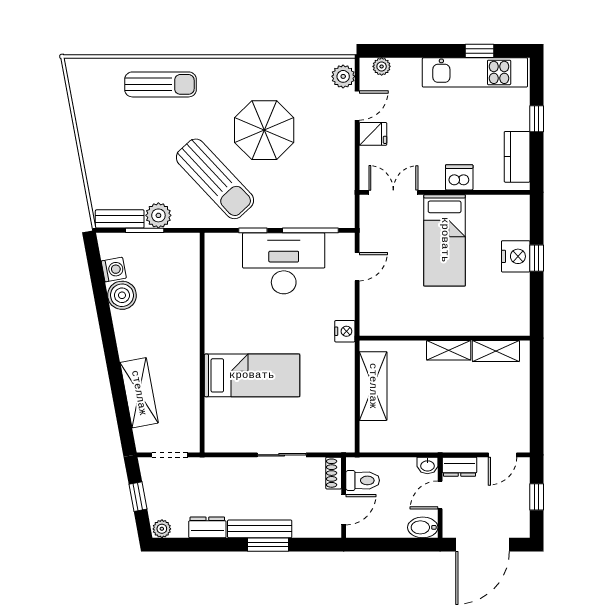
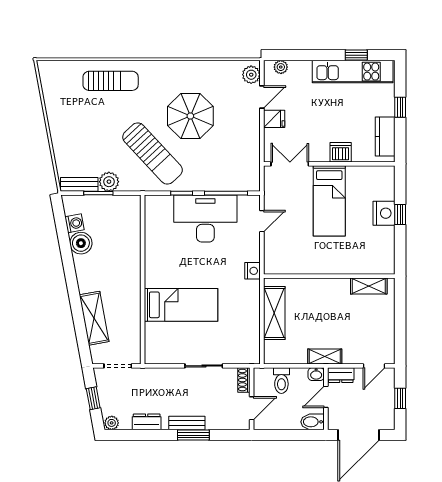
shelving: (449, 350) -> (325, 357), moved
toilet: (363, 480) -> (281, 381), moved, turned 90
bench: (260, 529) -> (187, 423), width x0.73

